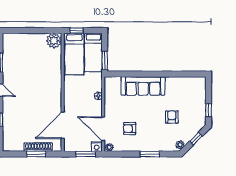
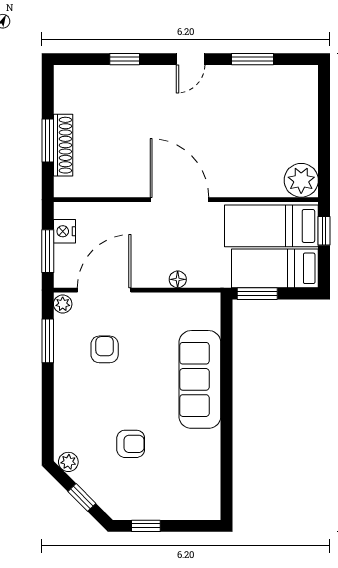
door: (63, 125) -> (179, 200), moved
nightstand: (97, 147) -> (64, 231), moved
window: (150, 154) -> (48, 341), moved

